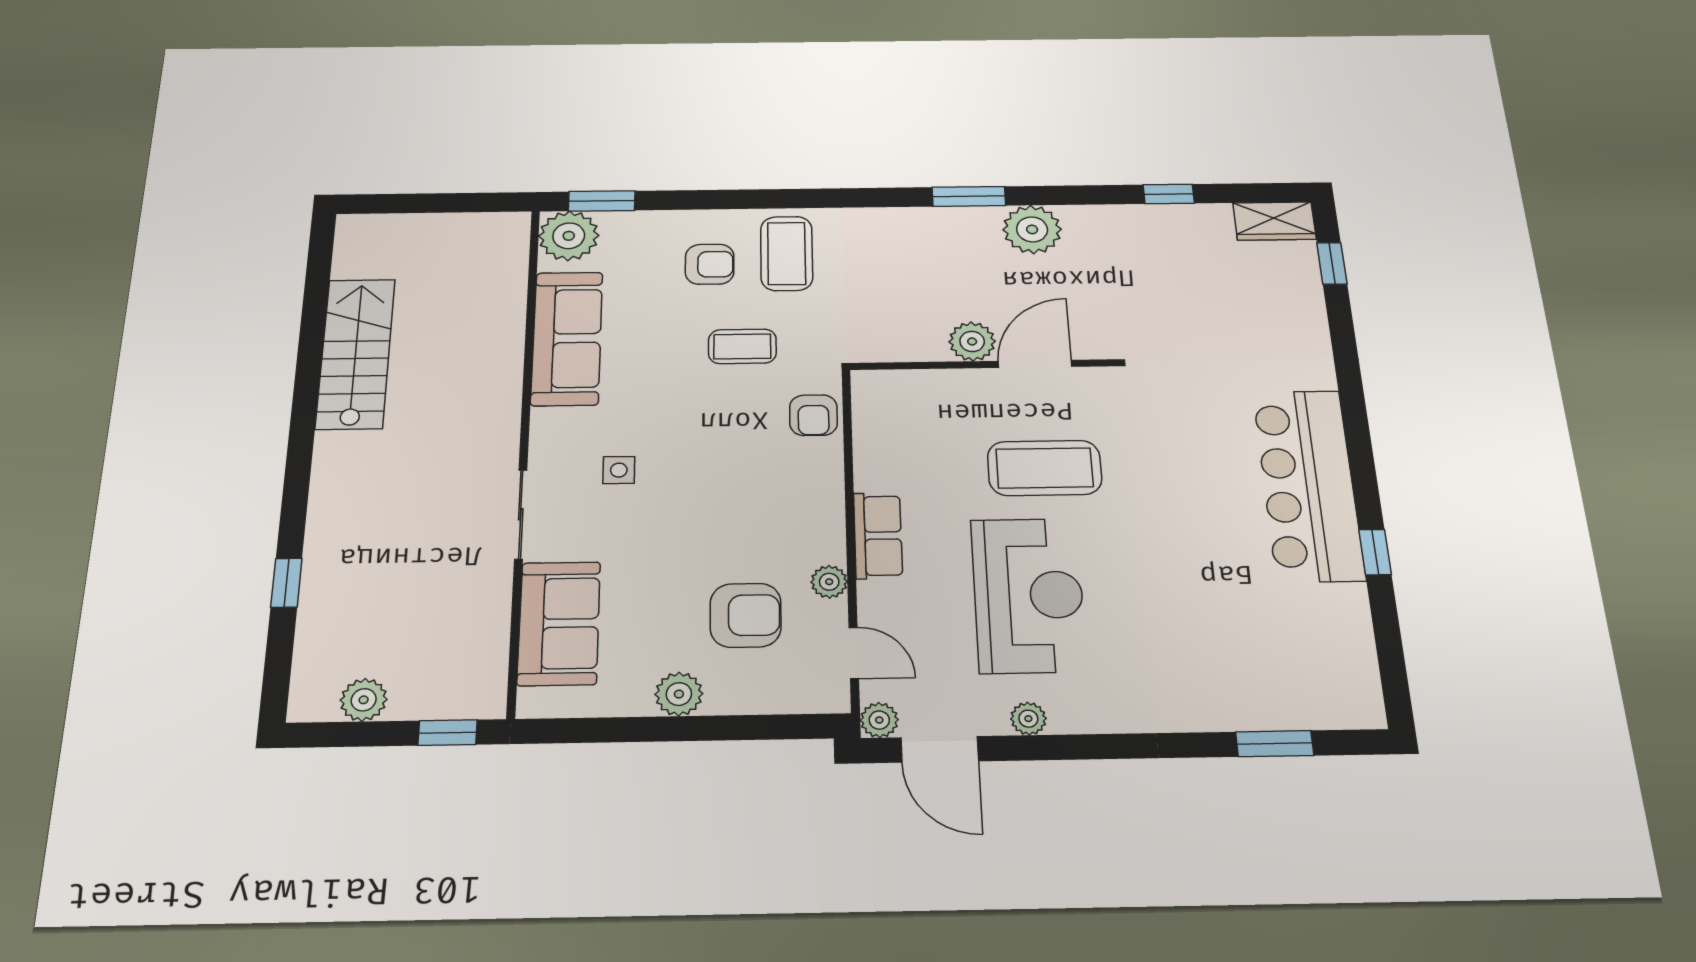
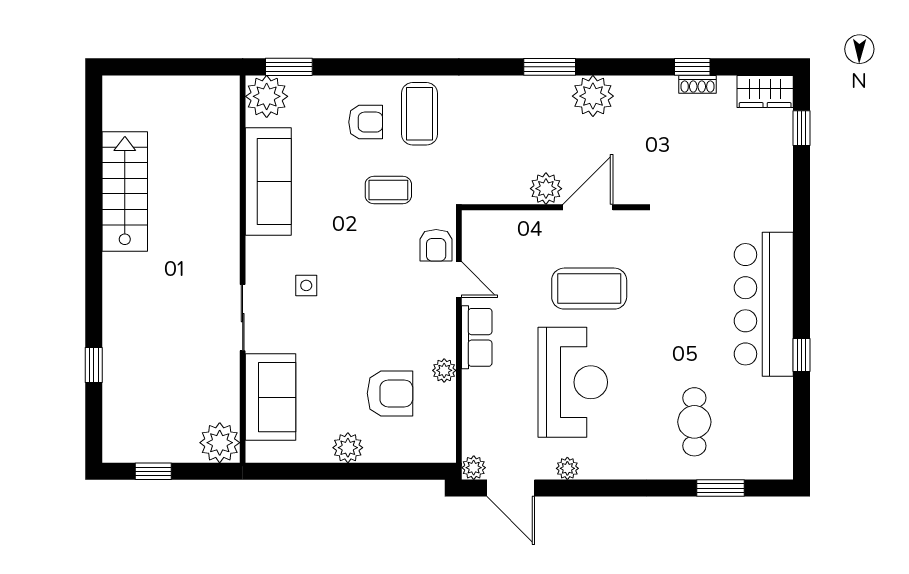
shoe rack: (1178, 214) -> (697, 84), added
cafe table: (1222, 648) -> (694, 422), added
door: (854, 653) -> (459, 280), moved
plant: (364, 700) -> (220, 443), moved, width x1.36, depth x1.36
window: (448, 733) -> (153, 471), moved

